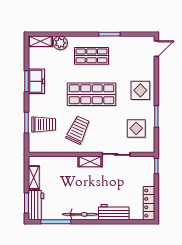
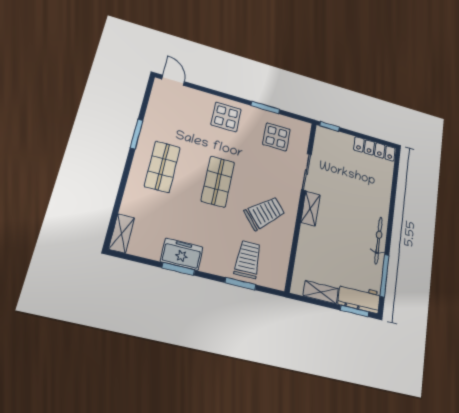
plant: (60, 43) -> (132, 205), removed
shop shelf: (91, 94) -> (218, 182), width x0.70, depth x0.74
trolley: (78, 130) -> (265, 213), turned 114
workbench: (114, 212) -> (381, 196), removed

